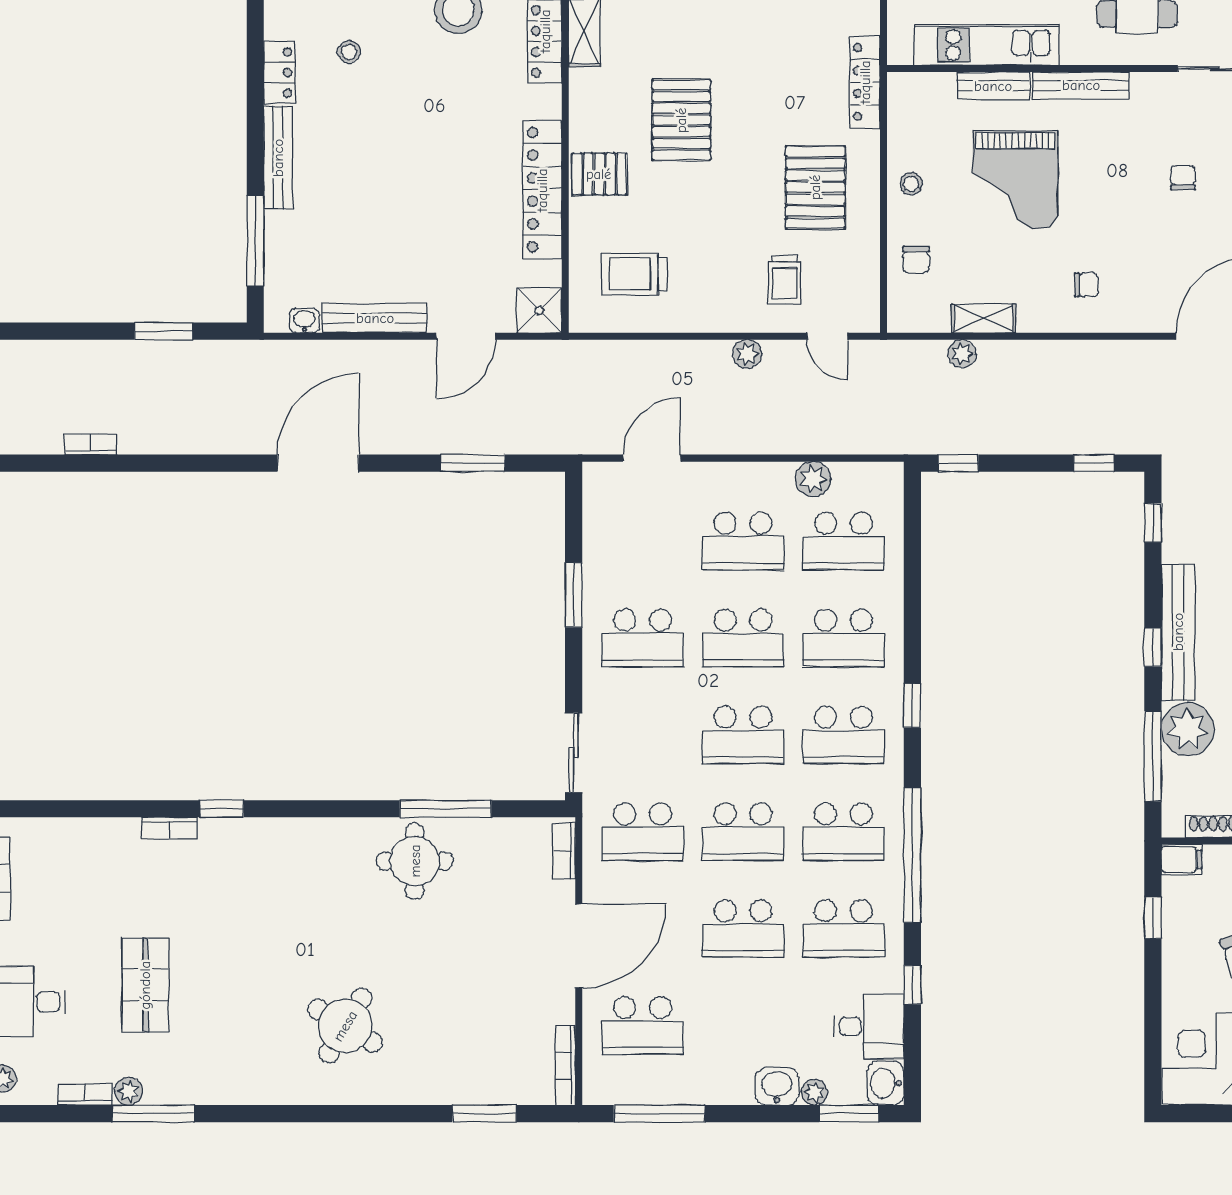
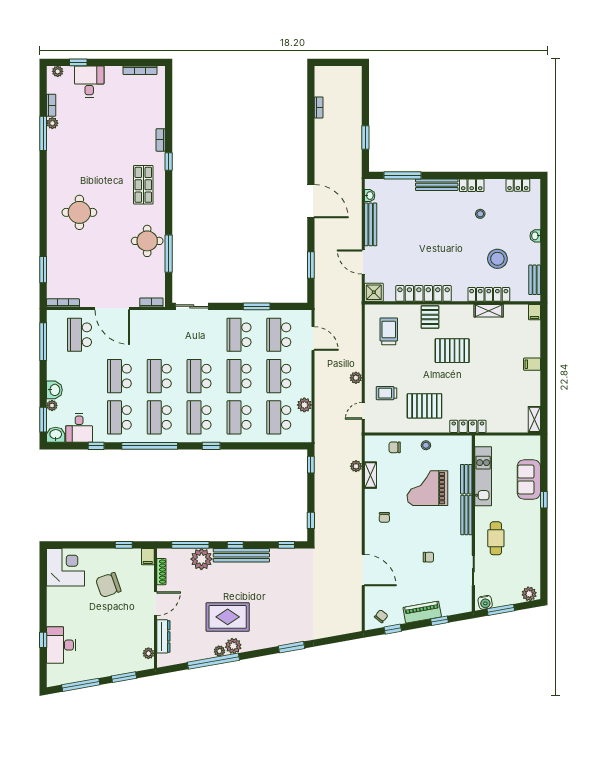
school desk: (643, 832) -> (279, 335), moved
shop shelf: (145, 985) -> (143, 185), moved, turned 90
round table: (345, 1026) -> (79, 212), turned -31

